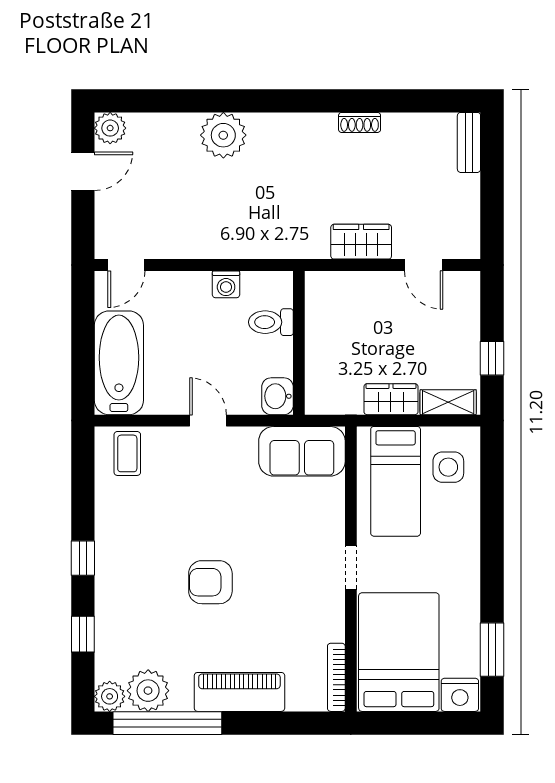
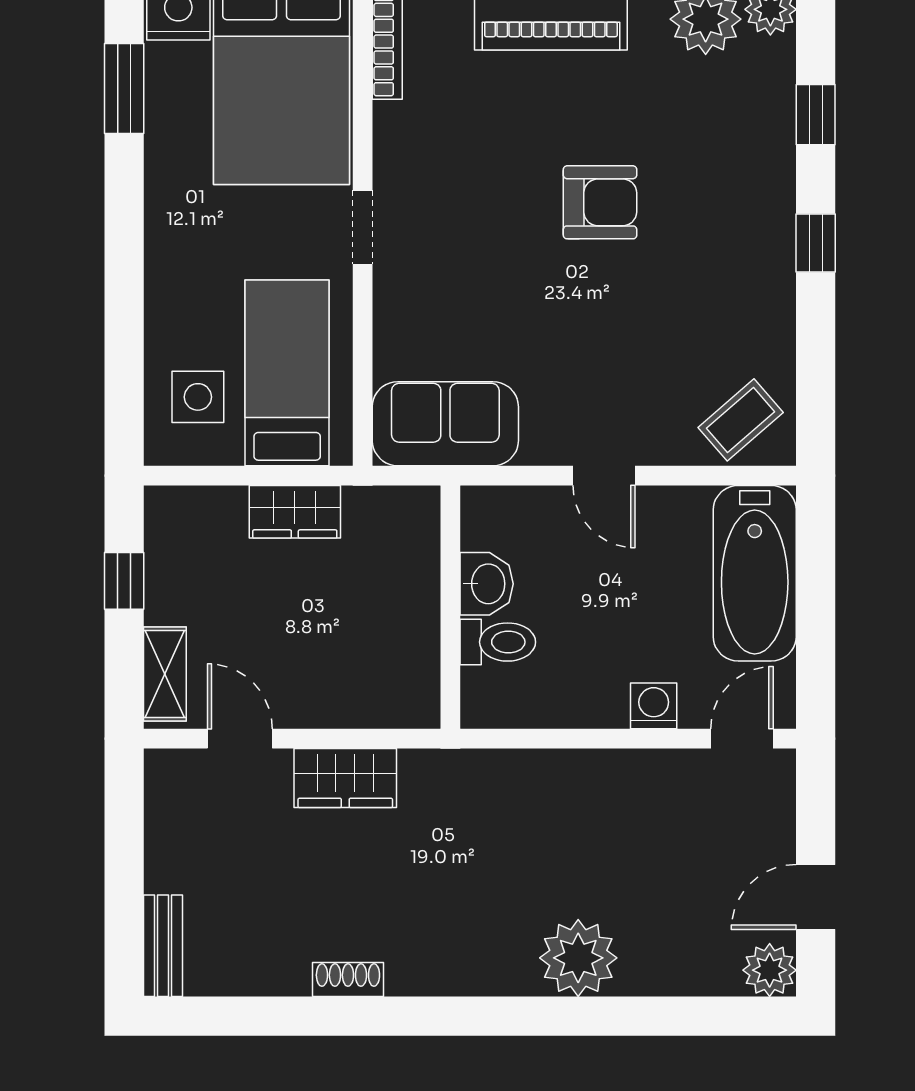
washing machine: (226, 284) -> (654, 706), moved
washbasin: (278, 396) -> (487, 584), moved
shelving: (448, 402) -> (165, 674), moved, turned 90
coffee table: (127, 453) -> (741, 420), turned 49

